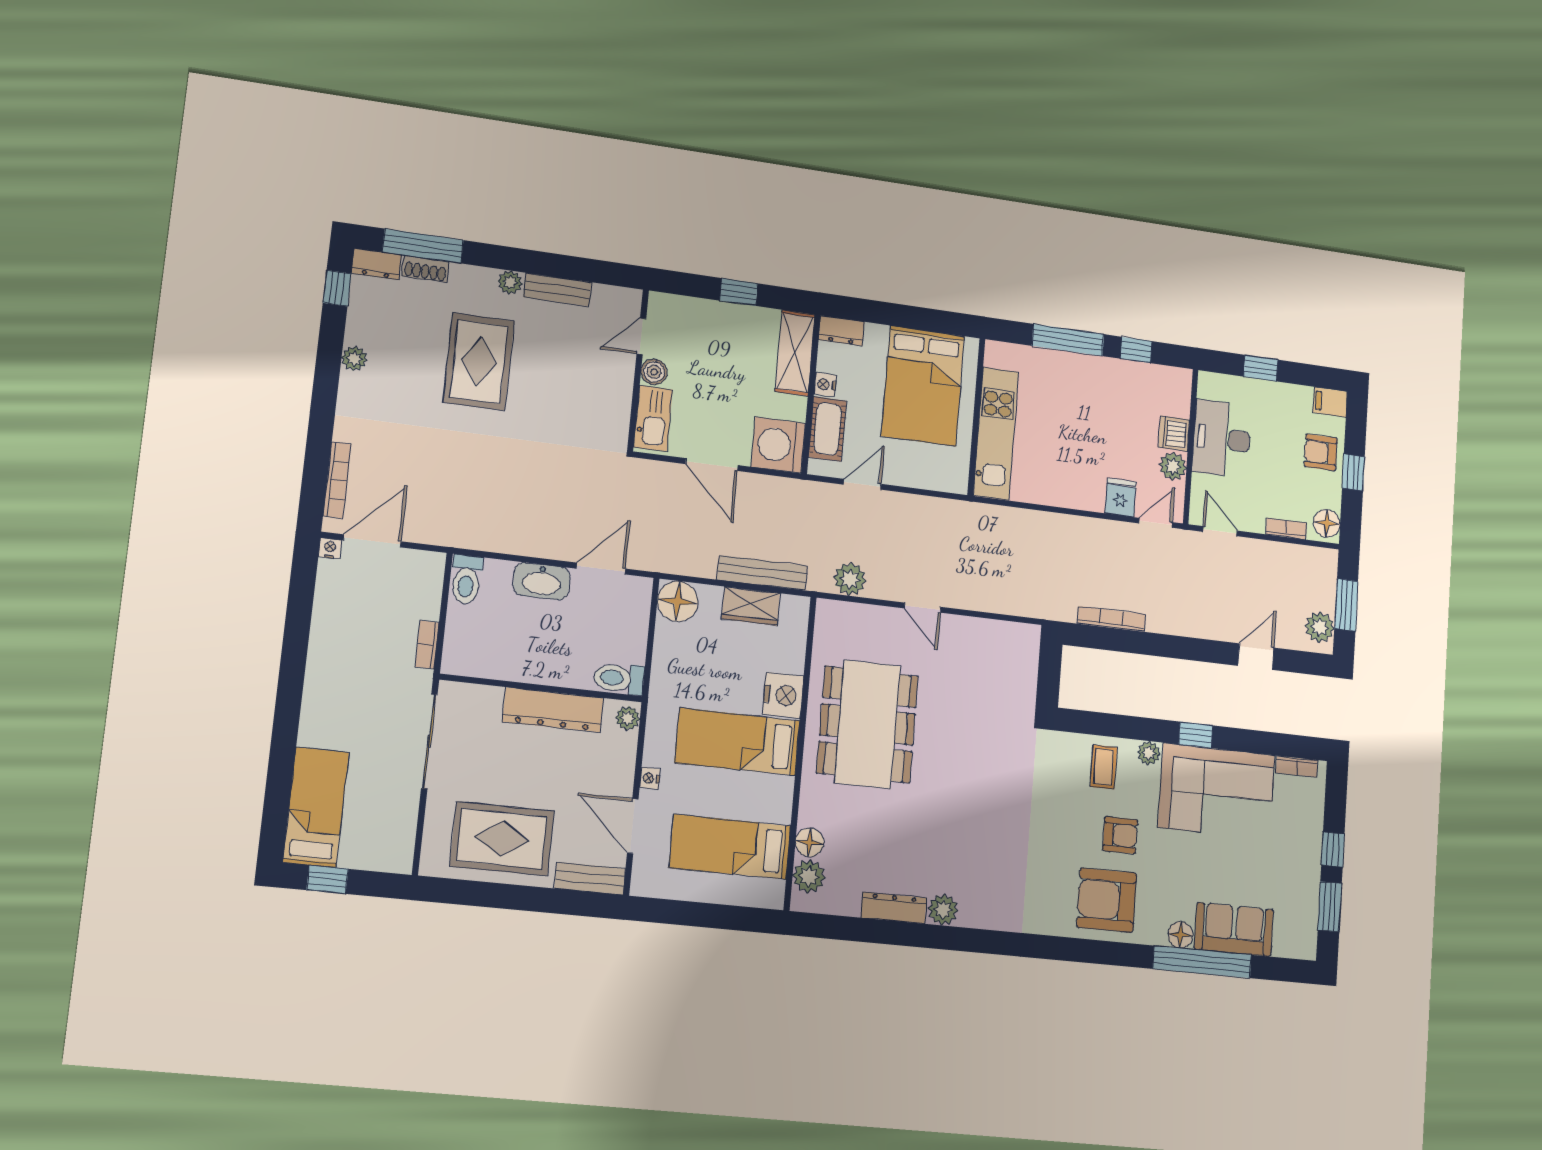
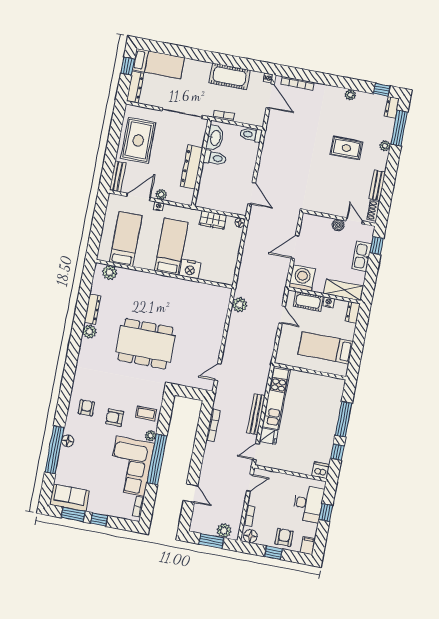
shoe rack: (425, 269) -> (373, 210), moved
plant: (510, 282) -> (385, 146), moved
window: (739, 292) -> (377, 246), moved
rug: (479, 362) -> (346, 148), width x0.73, depth x0.70
bed: (923, 386) -> (326, 348), width x0.67
kitchen sink: (653, 418) -> (362, 256), moved, turned 90
kitchen unit: (996, 434) -> (276, 399), moved, turned -90
dishwasher: (1174, 434) -> (321, 470), moved
desk: (1222, 439) -> (308, 504), moved, turned 90
plant: (1173, 466) -> (282, 463), removed
door: (1156, 523) -> (256, 452), swing flipped
bench: (762, 573) -> (256, 414), moved
washbasin: (542, 581) -> (215, 138), moved, turned 180
floor lamp: (678, 601) -> (240, 223), width x0.53, depth x0.53
wardrobe: (751, 606) -> (213, 220), moved, turned -90
door: (923, 608) -> (218, 372), moved
plant: (1320, 627) -> (224, 531), moved
cot: (333, 638) -> (229, 76), added
toilet: (619, 678) -> (215, 158), moved, turned 90
plant: (628, 718) -> (161, 194), moved
dining table: (867, 724) -> (145, 344), moved
window: (1196, 735) -> (157, 459), width x3.17
armchair: (1120, 835) -> (115, 418), turned 90
floor lamp: (810, 842) -> (124, 274), removed
dresser: (376, 857) -> (135, 87), added
armchair: (1107, 900) -> (86, 408), width x0.53, depth x0.53
sofa: (1234, 929) -> (69, 498), moved, turned -90

